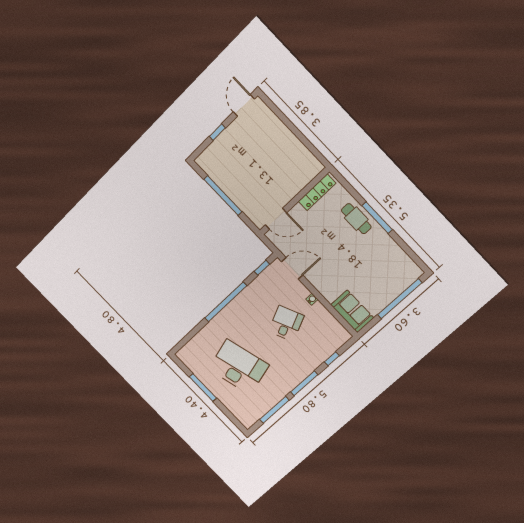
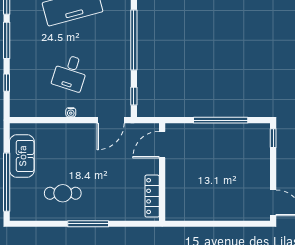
window: (217, 132) -> (273, 138), moved
cafe table: (356, 219) -> (63, 193), moved
sofa: (352, 311) -> (22, 156), moved, turned -90
desk: (286, 323) -> (70, 73), turned 42

